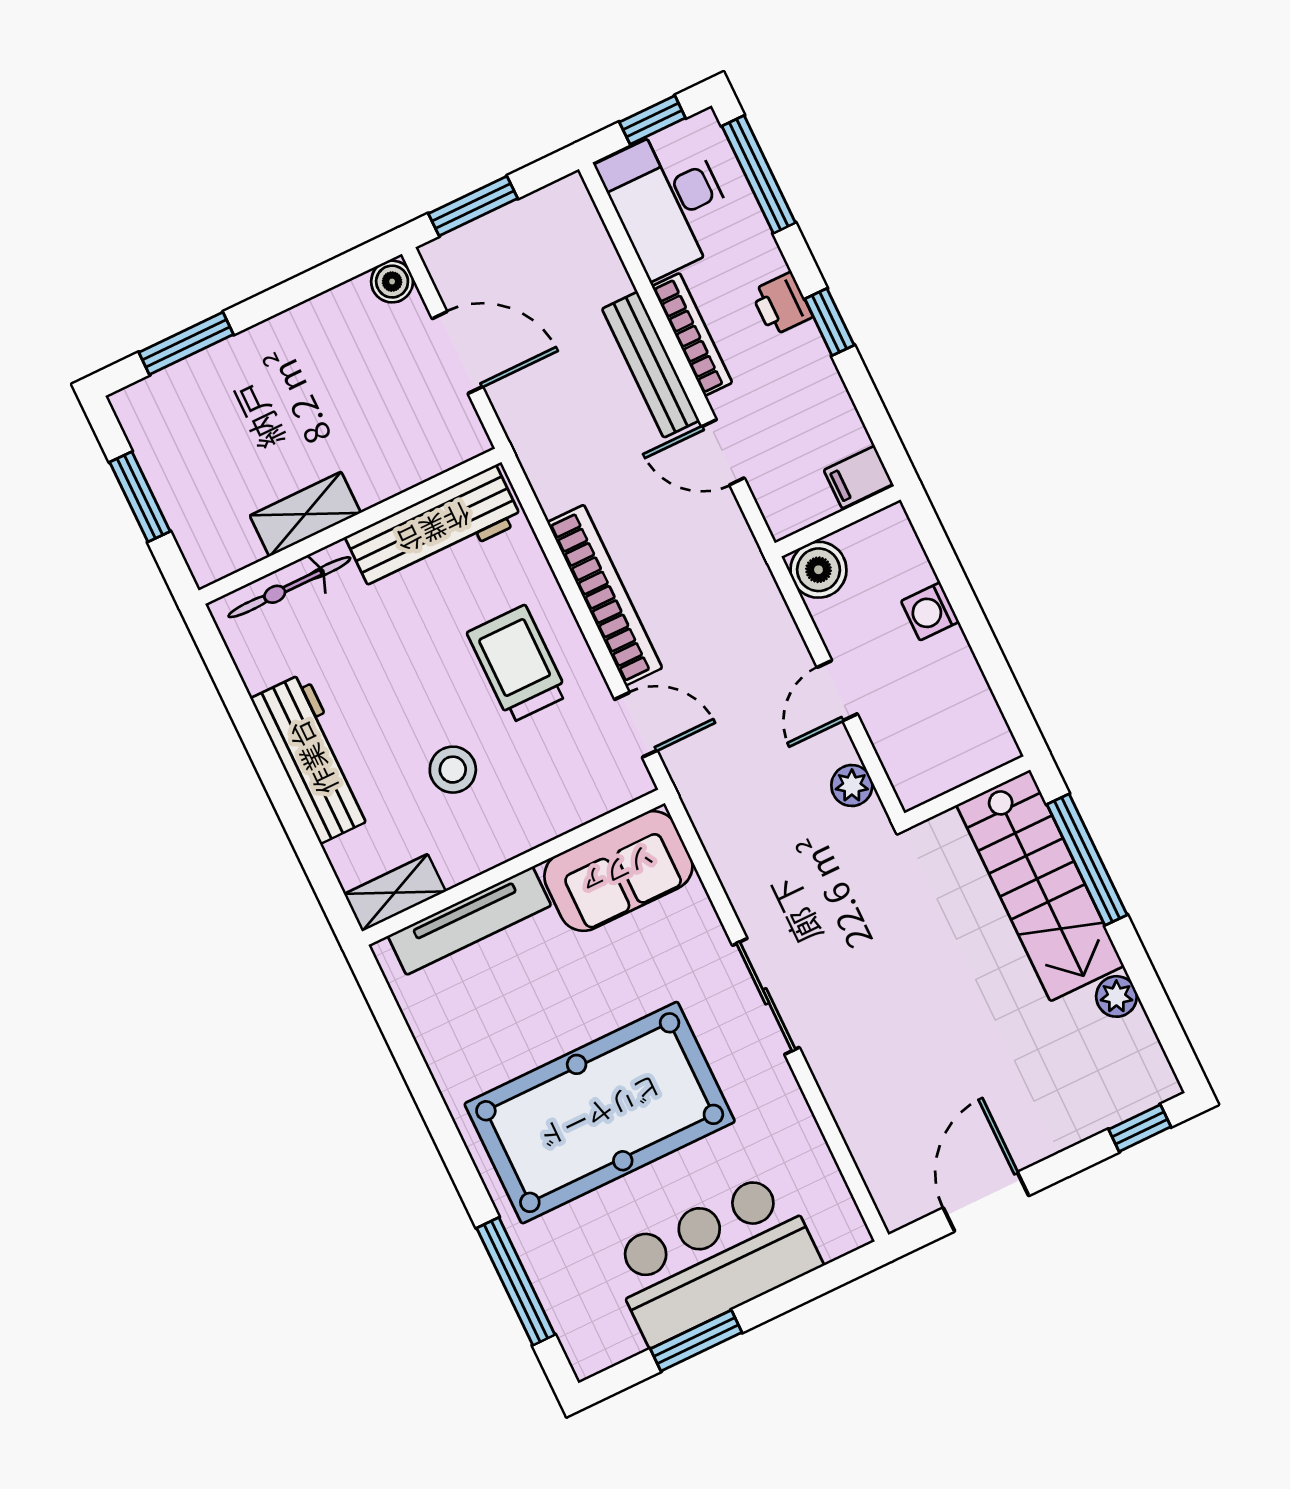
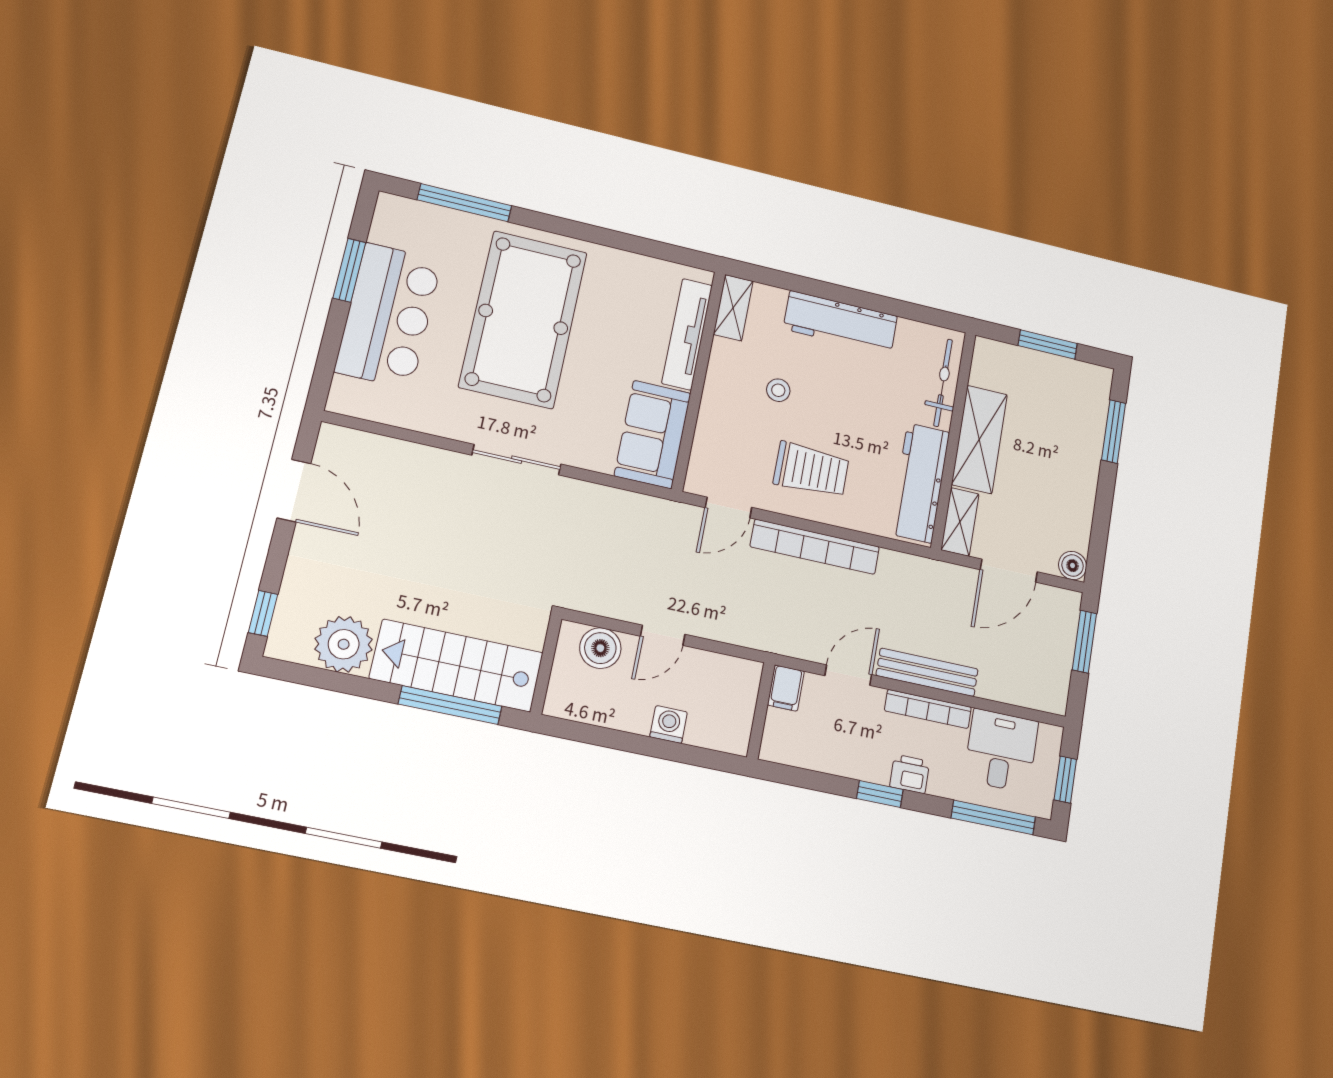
desk: (668, 201) -> (1001, 751), width x0.73
shelving: (444, 450) -> (960, 522), added
filing cabinet: (858, 477) -> (786, 688), moved, turned 180
shelving: (305, 514) -> (979, 439), width x1.50, depth x1.33
boiler: (818, 570) -> (600, 648), moved
door: (837, 691) -> (663, 635), swing flipped
stool: (453, 770) -> (778, 390), width x0.73, depth x0.73
plant: (852, 786) -> (601, 601), removed
plant: (1116, 996) -> (344, 644), width x1.87, depth x1.87

